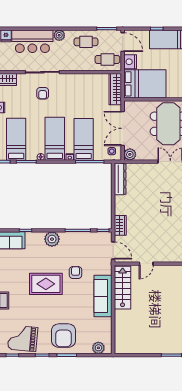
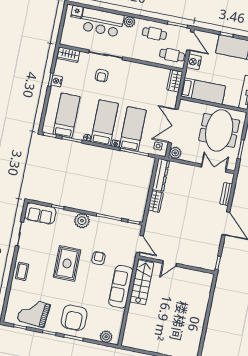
bed: (145, 84) -> (203, 91), width x0.67
wardrobe: (115, 89) -> (175, 81), width x0.67
wardrobe: (120, 225) -> (156, 201), moved
rug: (46, 284) -> (67, 263), turned 90

